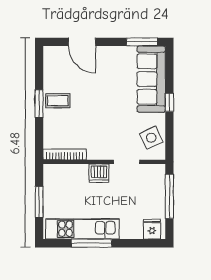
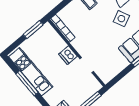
side table: (151, 138) -> (121, 19), moved
window: (39, 202) -> (33, 30), moved

